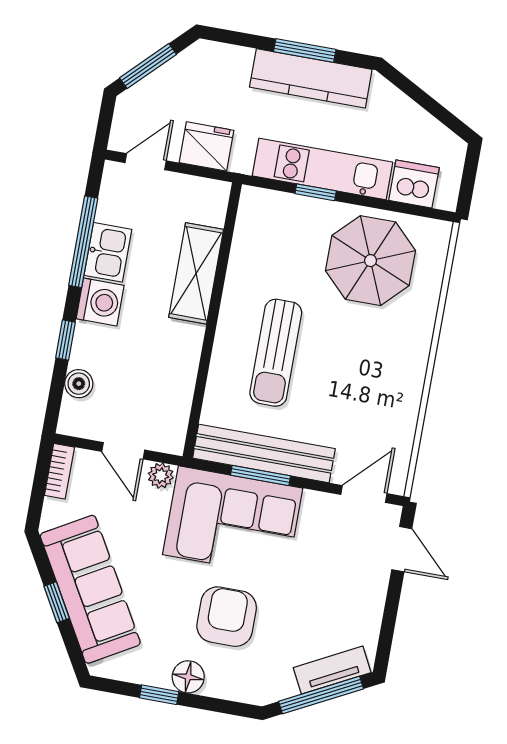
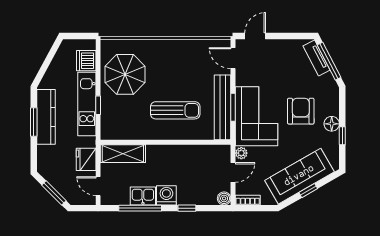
shelving: (196, 273) -> (123, 154), moved
boiler: (79, 384) -> (224, 198), moved
armchair: (227, 617) -> (301, 111), turned 90

